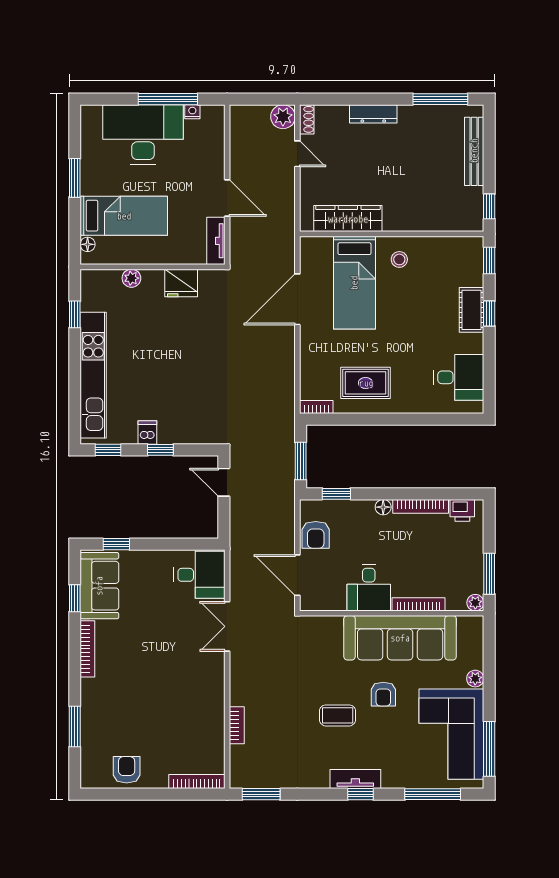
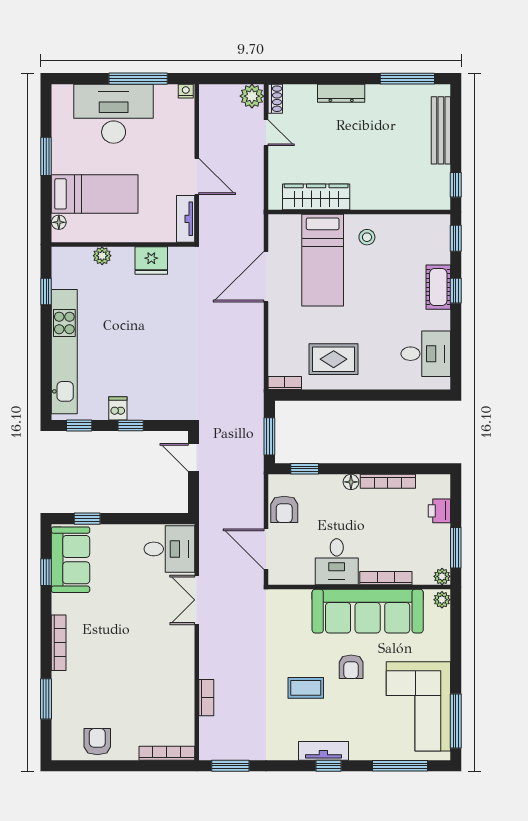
nightstand: (192, 112) -> (186, 91), moved
printer: (462, 510) -> (439, 511), moved, turned 90
bookcase: (87, 649) -> (59, 643), moved
plant: (475, 679) -> (442, 600), moved

